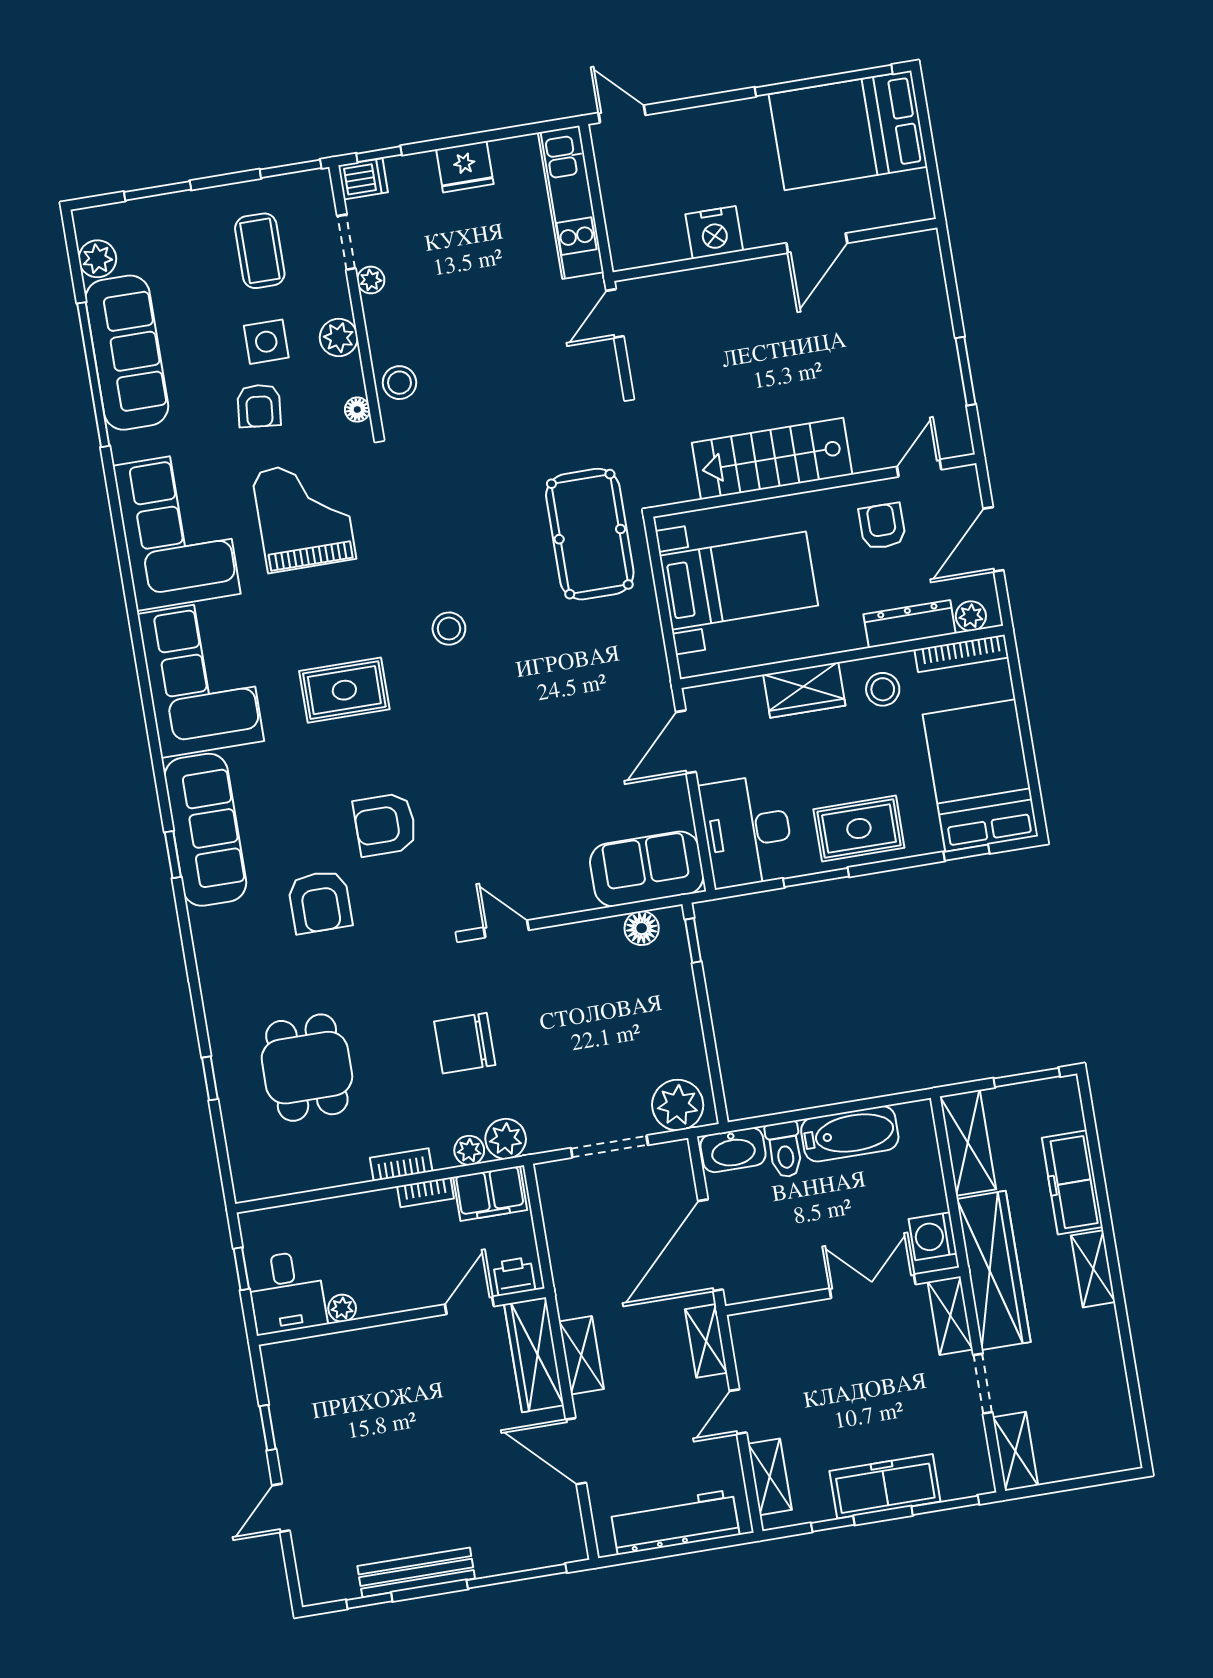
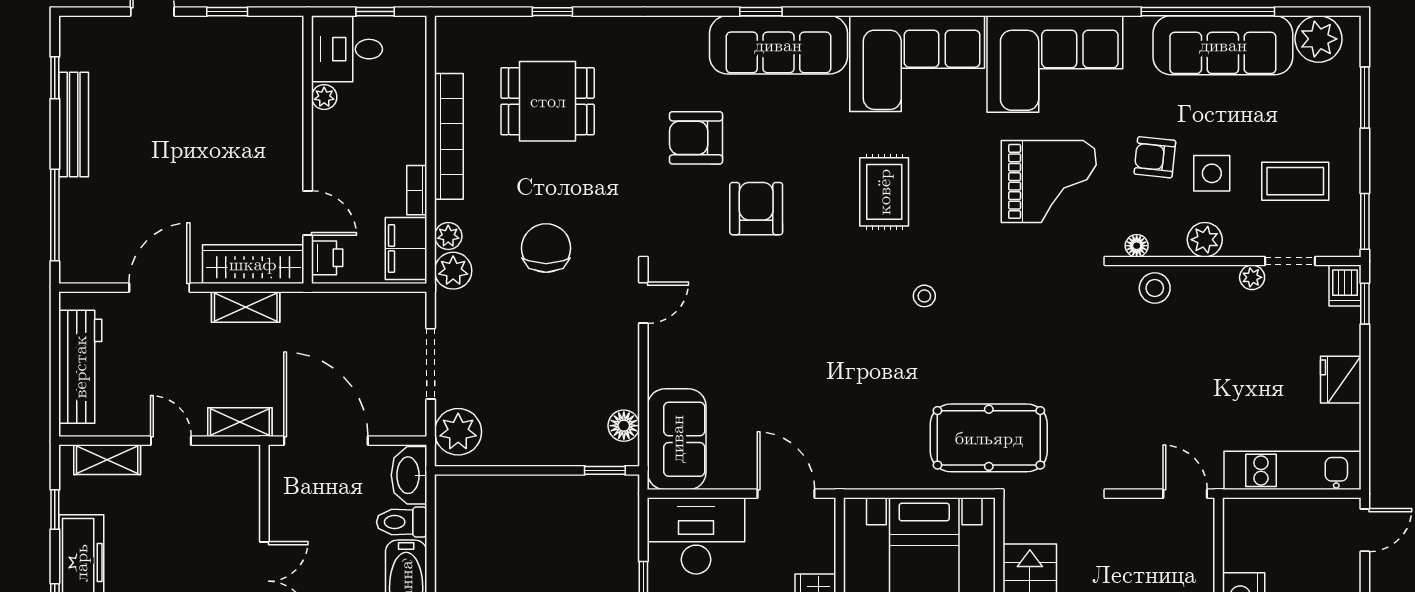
plant: (97, 259) -> (1319, 39), width x1.36, depth x1.36
stool: (449, 629) -> (924, 296), width x0.73, depth x0.73
bookcase: (401, 1165) -> (449, 136), width x2.31, depth x1.31

